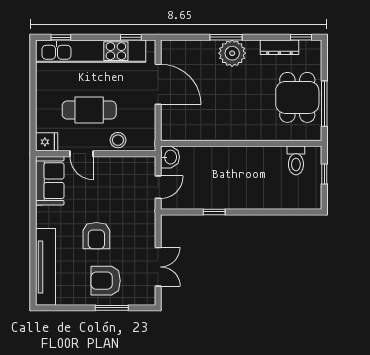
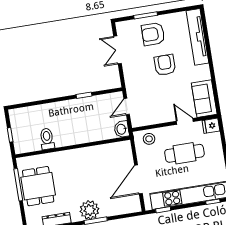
door: (158, 84) -> (138, 179), hinge flipped
stool: (118, 140) -> (149, 139), moved
toilet: (296, 160) -> (47, 139), moved
armchair: (106, 281) -> (153, 34), turned 180

